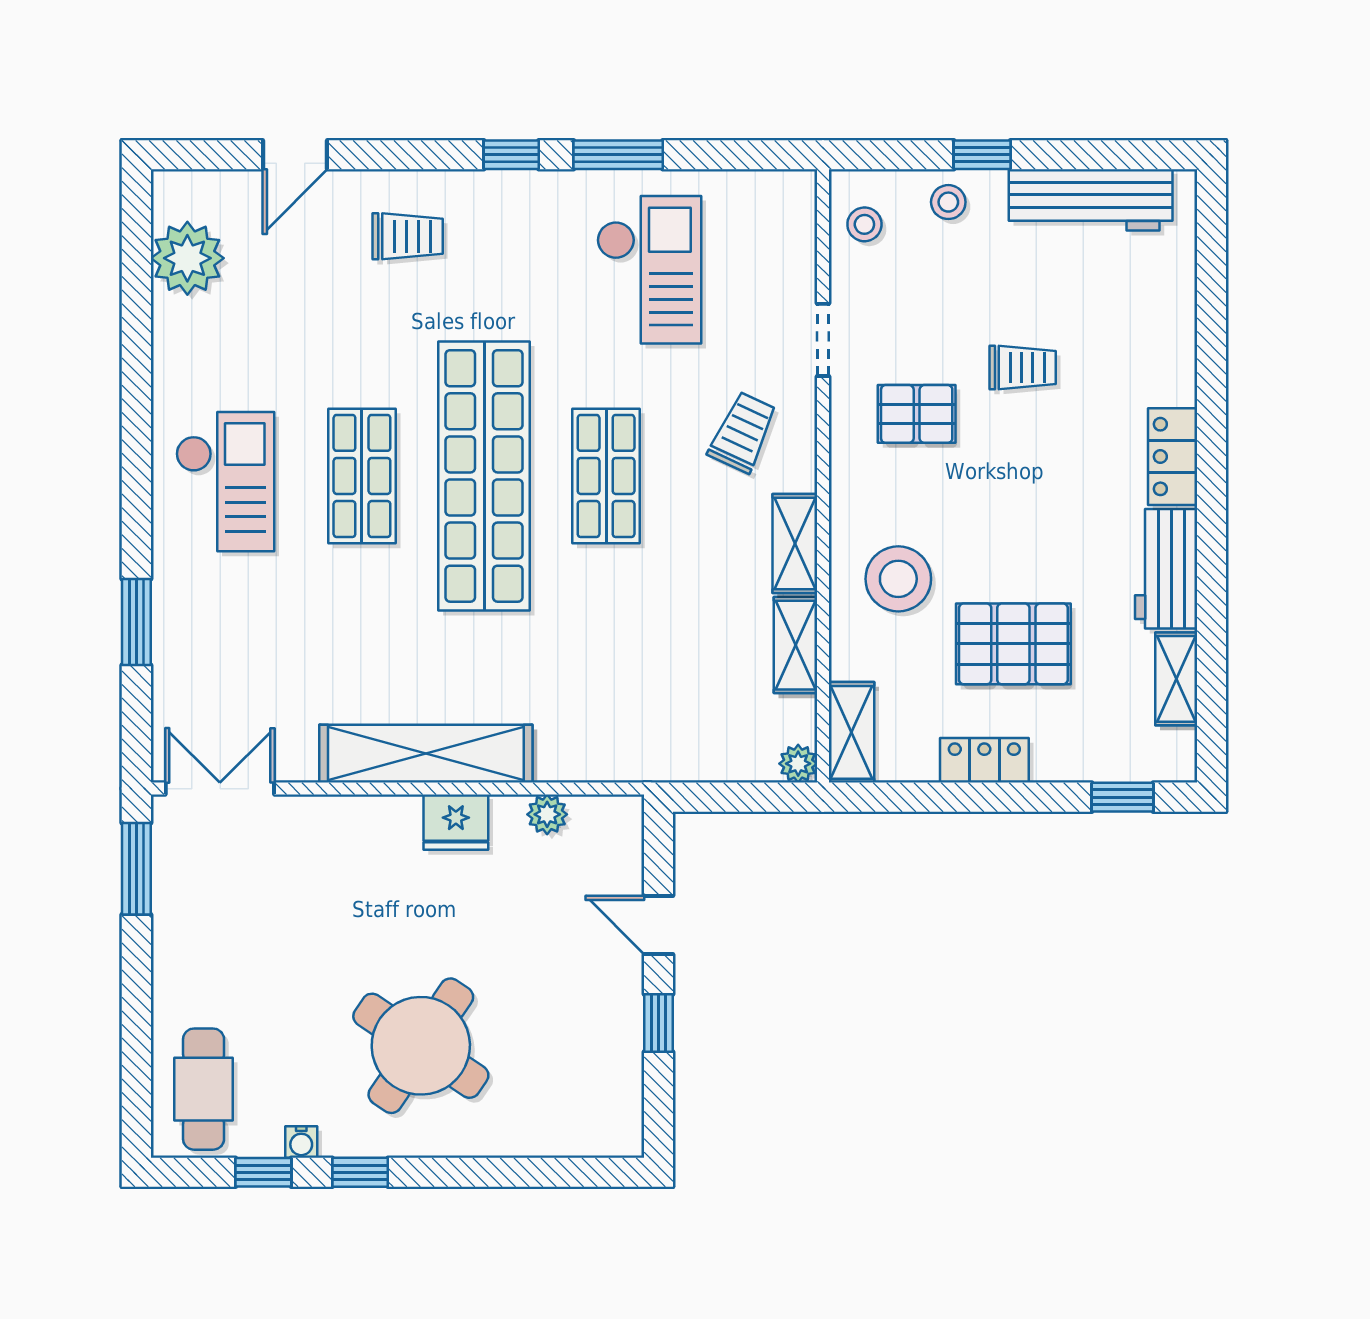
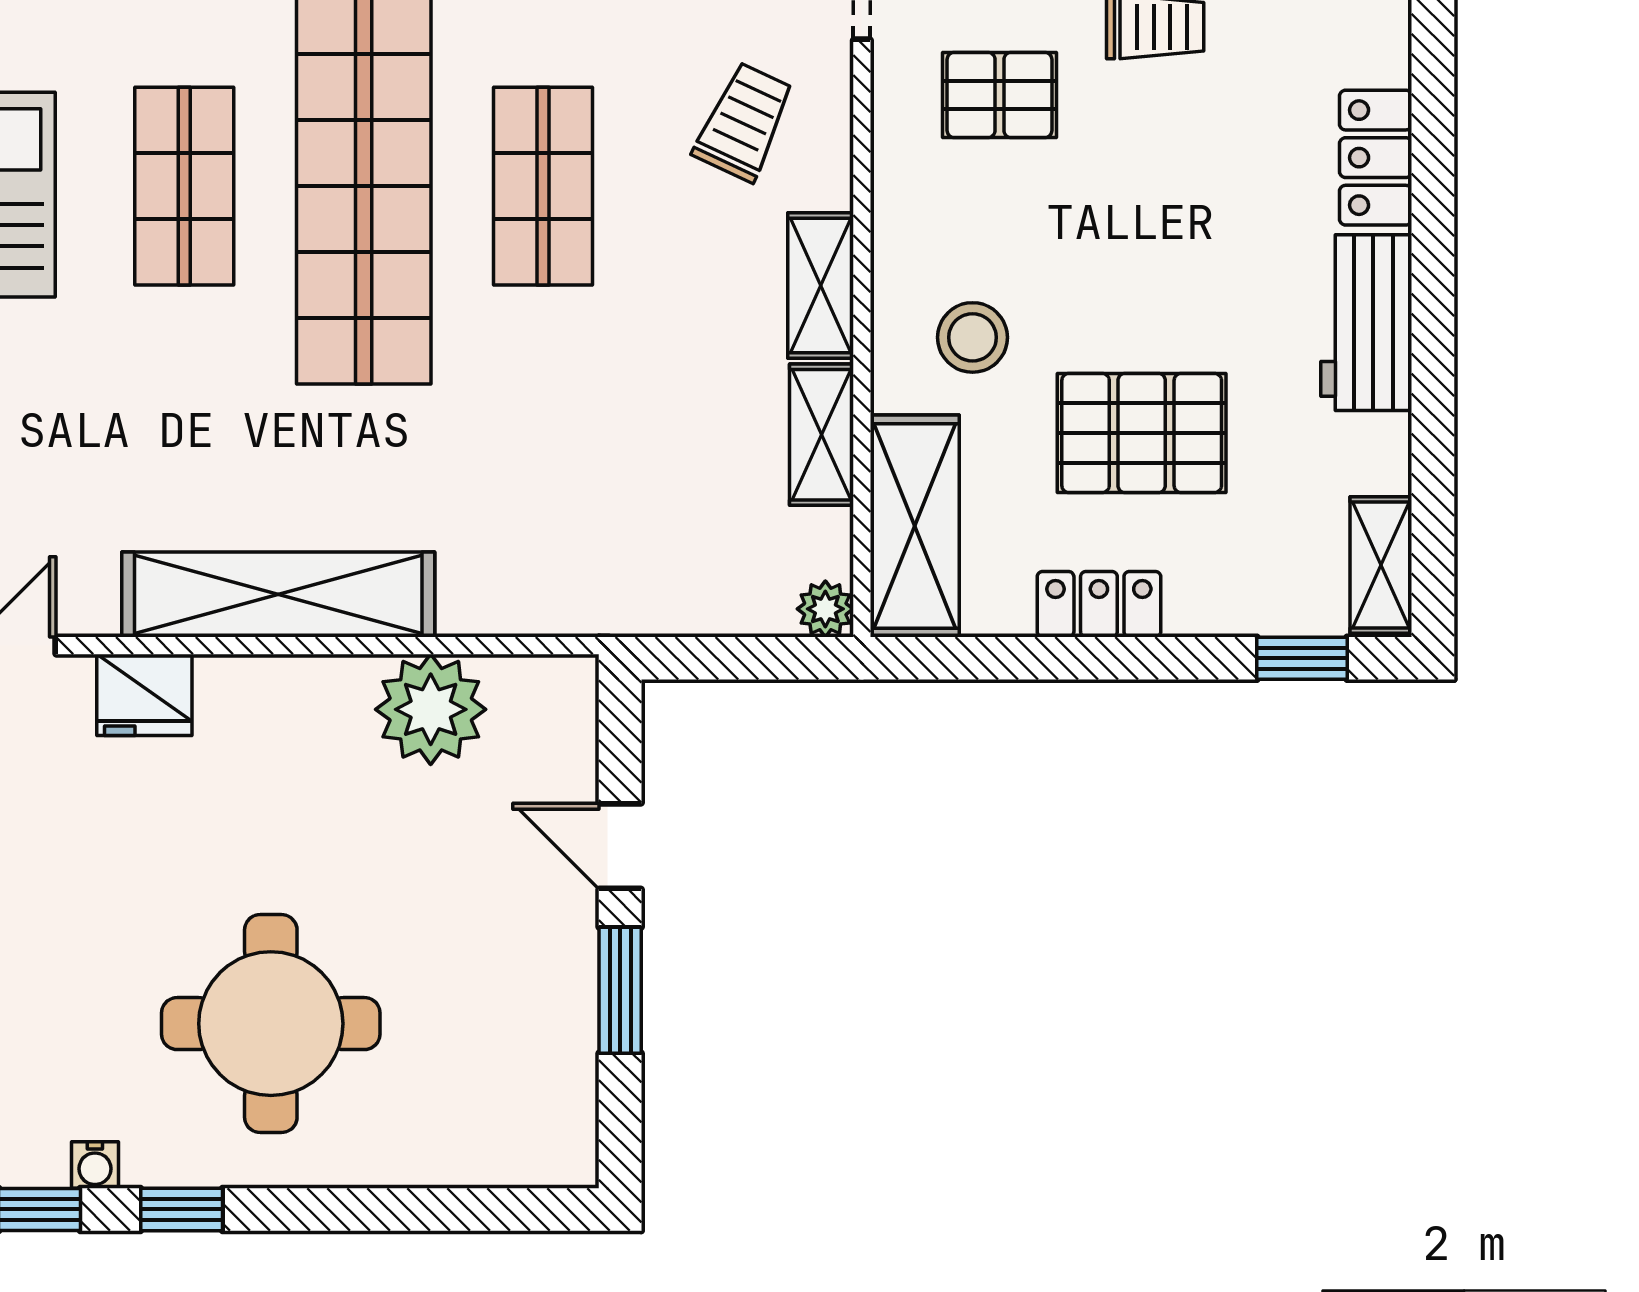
stool: (898, 579) -> (973, 337), width x0.73, depth x0.73
shelving: (1176, 679) -> (1381, 565), moved
shelving: (851, 732) -> (915, 526), width x1.50, depth x1.33
plant: (547, 814) -> (431, 709), width x1.87, depth x1.87
fridge: (456, 822) -> (144, 695), moved
window: (659, 1023) -> (620, 990), width x1.50
round table: (421, 1046) -> (271, 1024), turned -34

